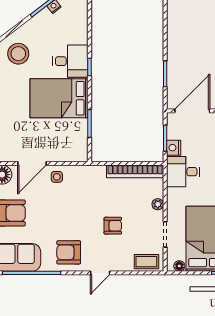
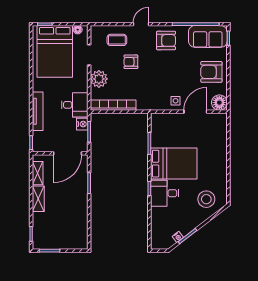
plant: (158, 204) -> (99, 79), width x1.87, depth x1.87
coffee table: (146, 262) -> (117, 40), moved

